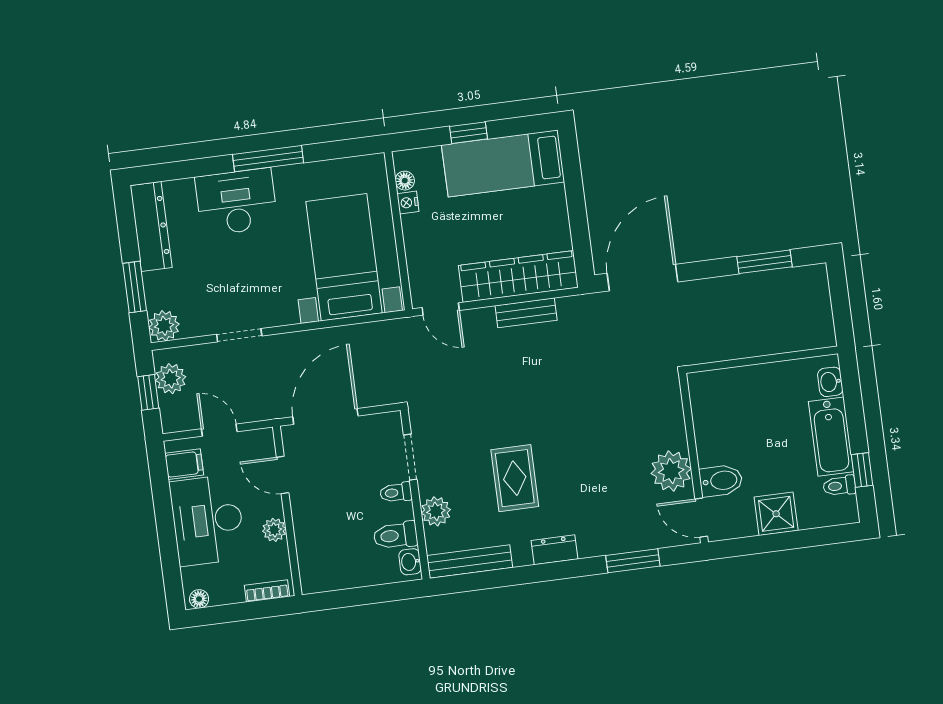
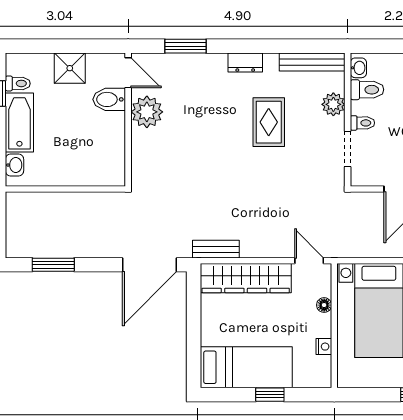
floor lamp: (405, 181) -> (324, 305), moved
bench: (526, 313) -> (216, 249), moved

